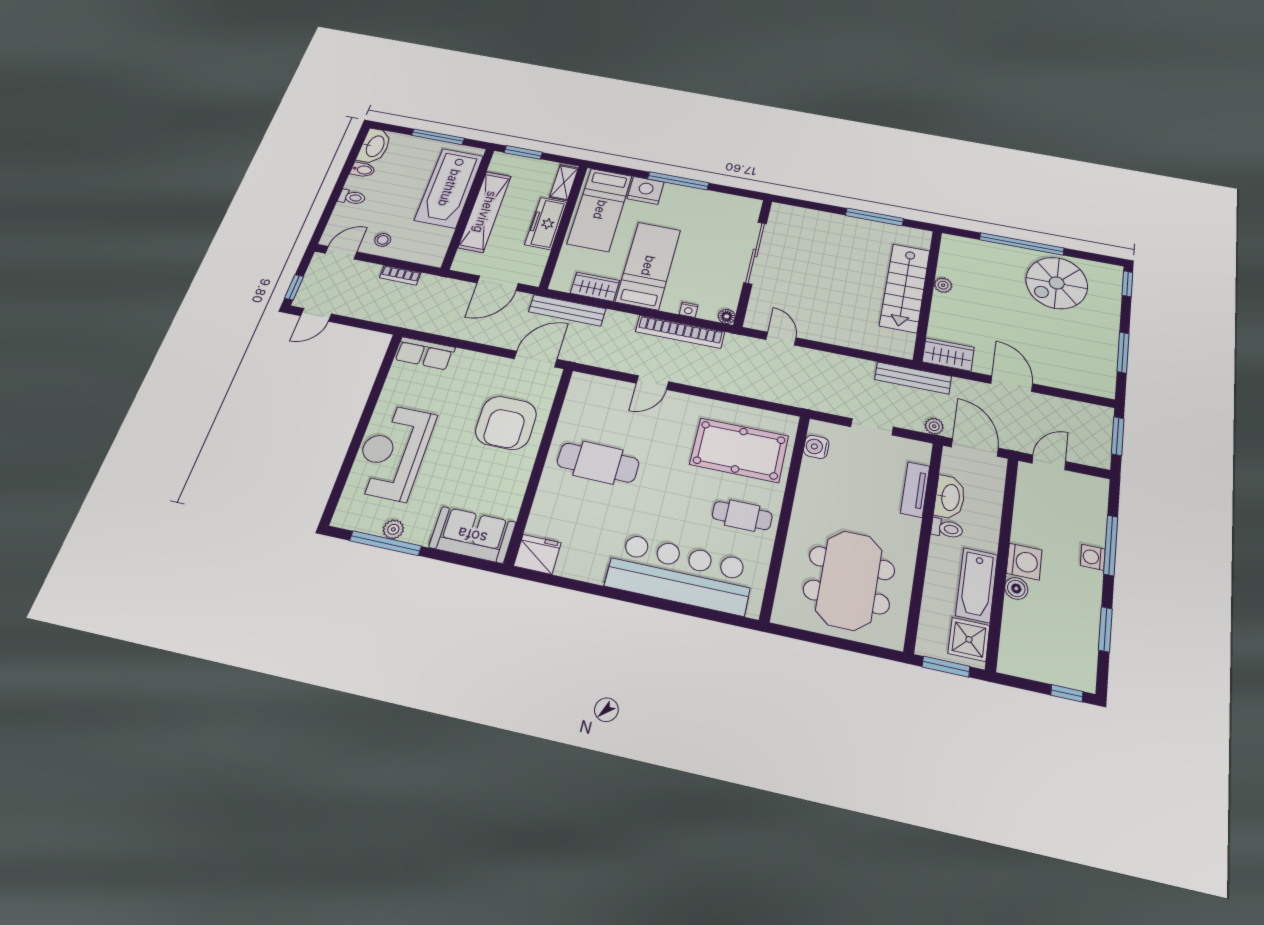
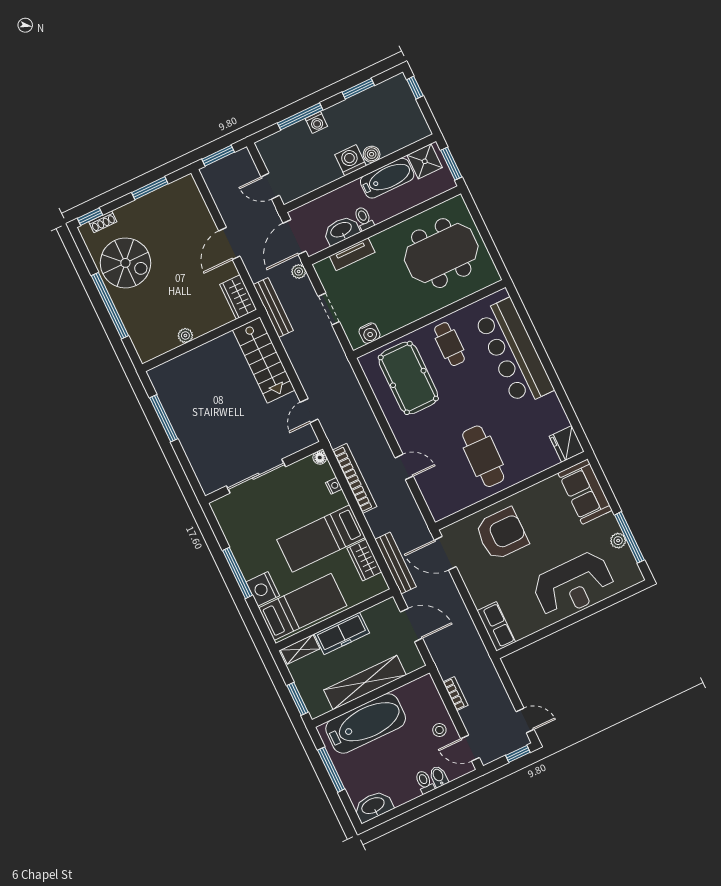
bidet: (363, 170) -> (439, 776), moved
stairs: (905, 288) -> (264, 360), moved, turned 90
shoe rack: (1114, 291) -> (103, 222), added

